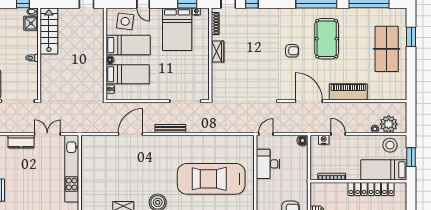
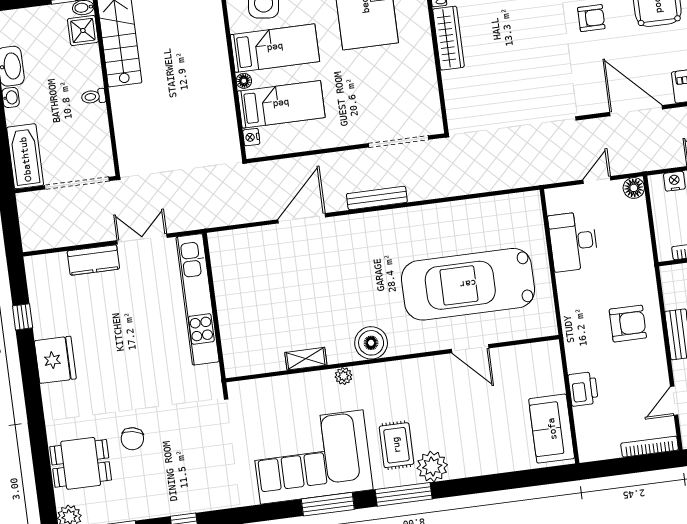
wardrobe: (218, 52) -> (448, 38), width x1.50
door: (266, 134) -> (597, 180), moved

